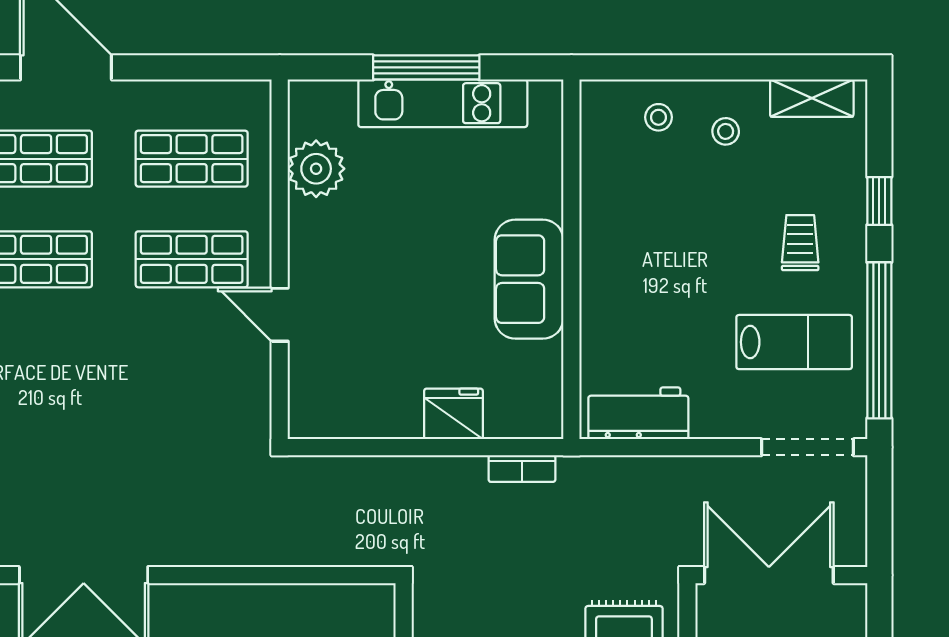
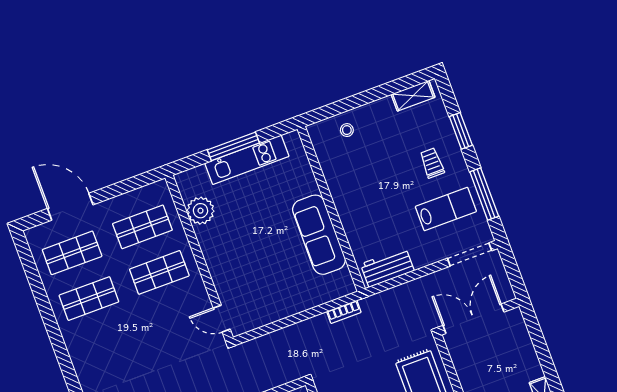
stool: (726, 131) -> (380, 125), removed
window: (879, 201) -> (461, 131), width x1.50
sofa: (529, 279) -> (319, 235), width x1.36
door: (280, 315) -> (222, 319), moved
window: (879, 340) -> (484, 194), width x0.68
fridge: (453, 414) -> (304, 299), removed

